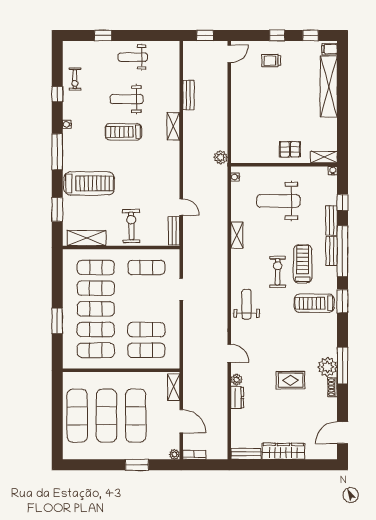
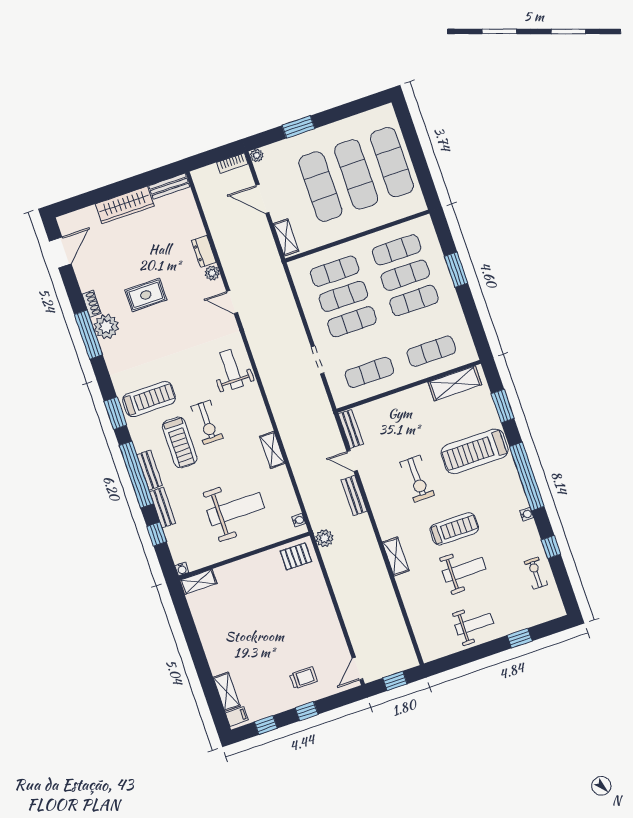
shelving: (329, 86) -> (227, 692), width x0.45, depth x0.75
bench: (188, 95) -> (354, 496), moved
pallet: (290, 149) -> (296, 556), moved
window: (57, 152) -> (527, 477), width x1.46
exercise bike: (131, 226) -> (417, 479), moved
exercise mat: (96, 288) -> (352, 322), moved
weight bench: (247, 304) -> (231, 369), turned 180

